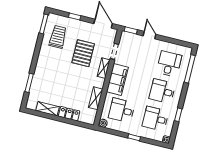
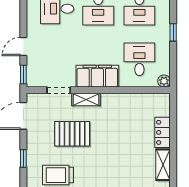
shelving: (96, 98) -> (131, 100), removed
desk: (122, 110) -> (139, 59), turned 180

